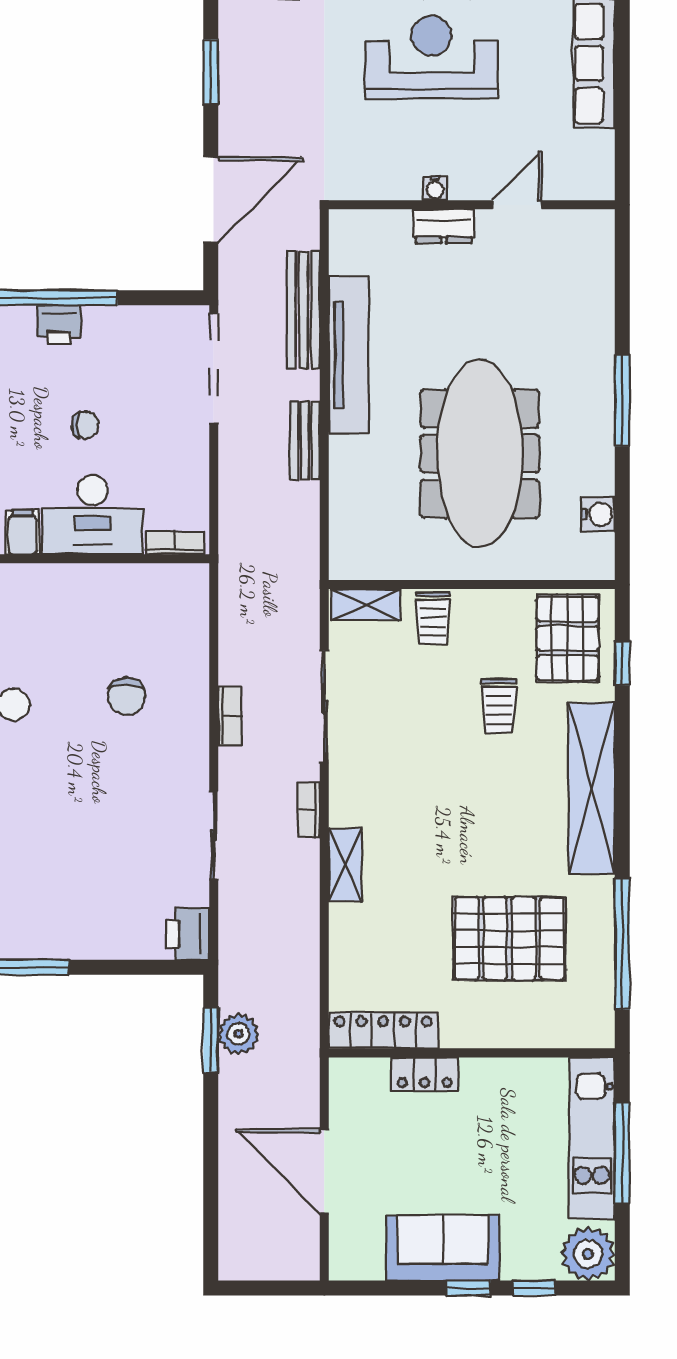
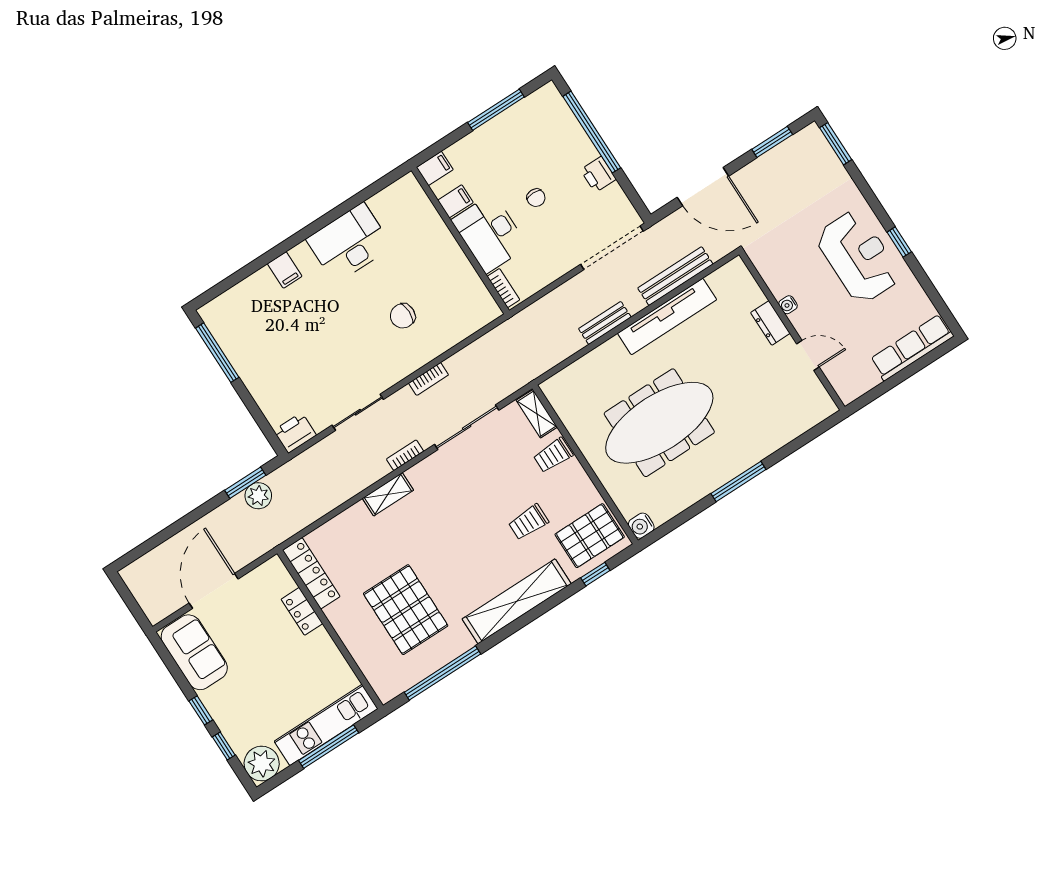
printer: (59, 325) -> (598, 174), moved
water cooler: (598, 514) -> (641, 526), moved, turned 90
sofa: (443, 1248) -> (194, 652), moved

